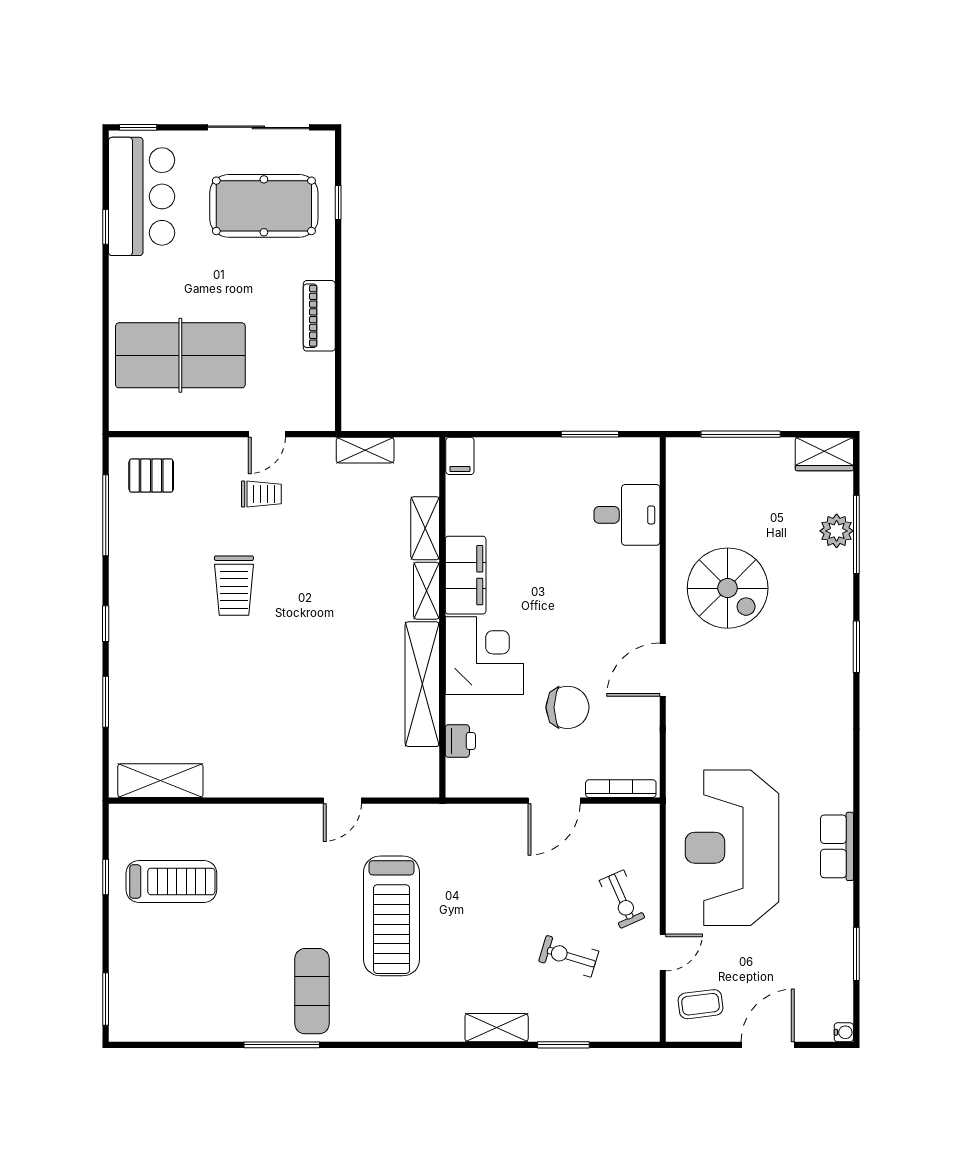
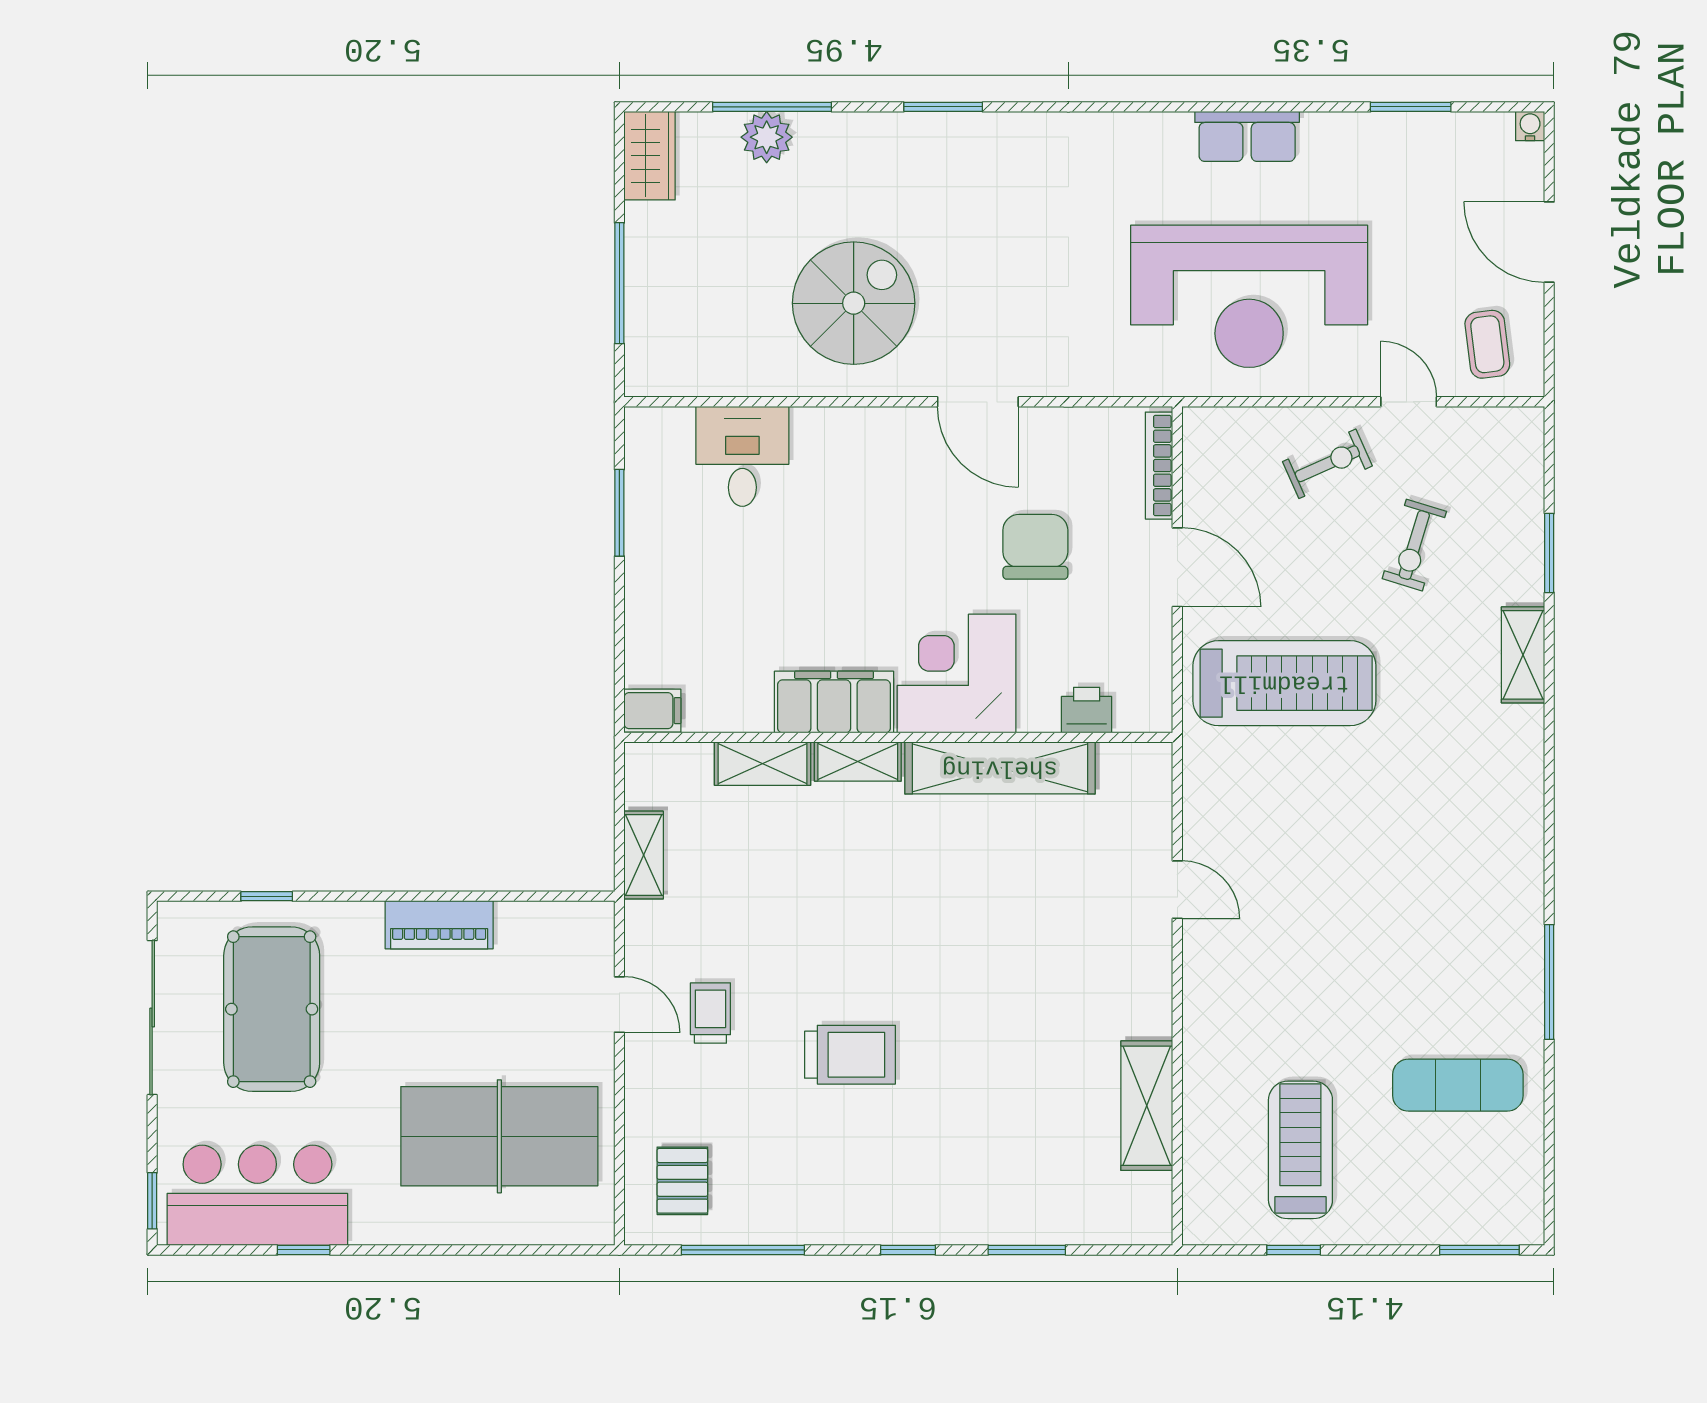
table tennis table: (180, 355) -> (499, 1136), turned 90
shelving: (160, 781) -> (1147, 1106), moved
treadmill: (392, 916) -> (1284, 683), moved
exercise mat: (312, 991) -> (1458, 1085), moved

